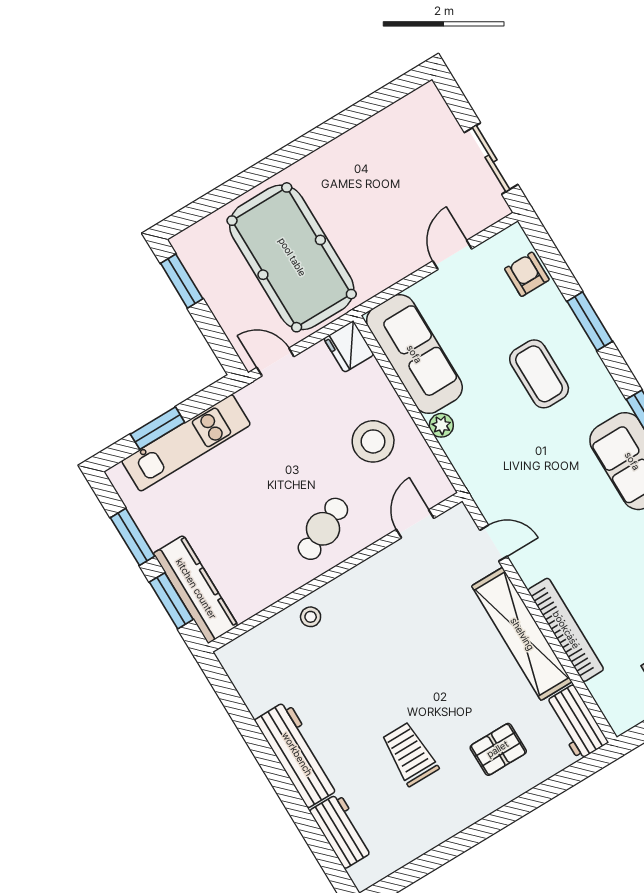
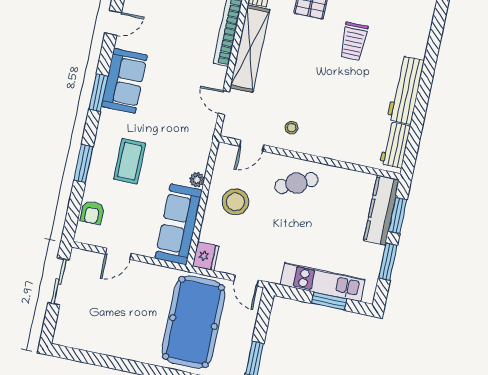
stool: (311, 617) -> (292, 128), moved
workbench: (342, 831) -> (395, 145), moved

